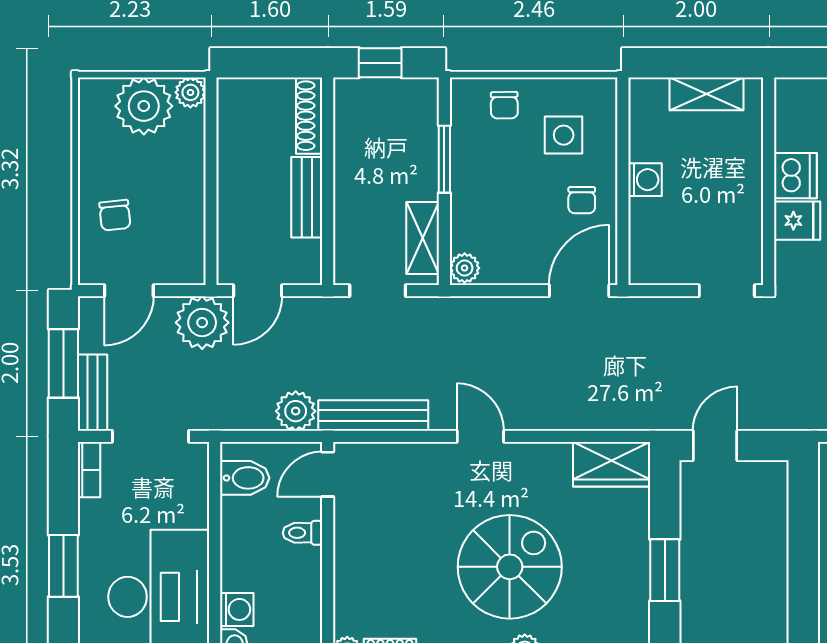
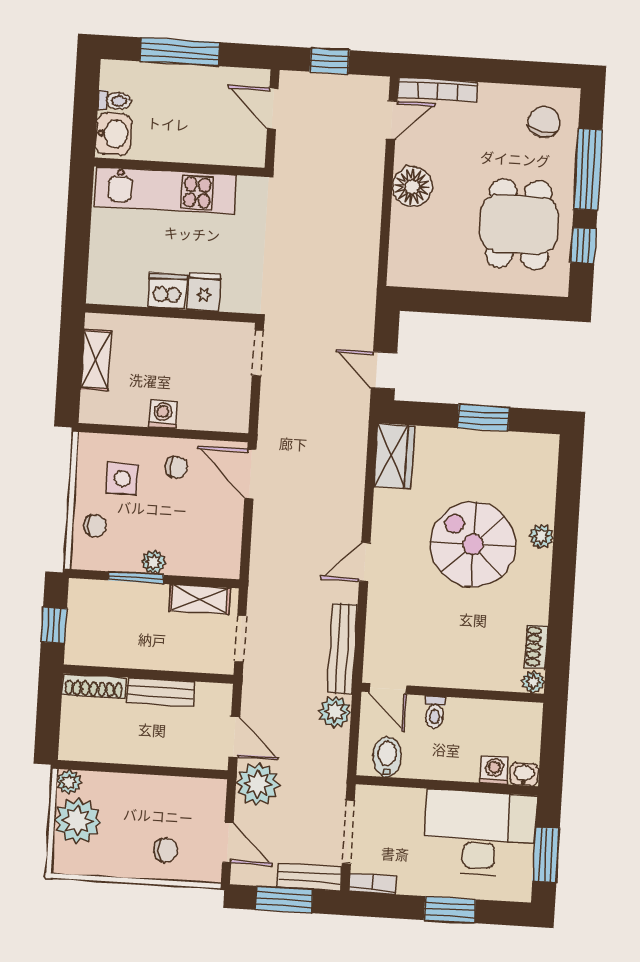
plant: (465, 268) -> (154, 562), moved

